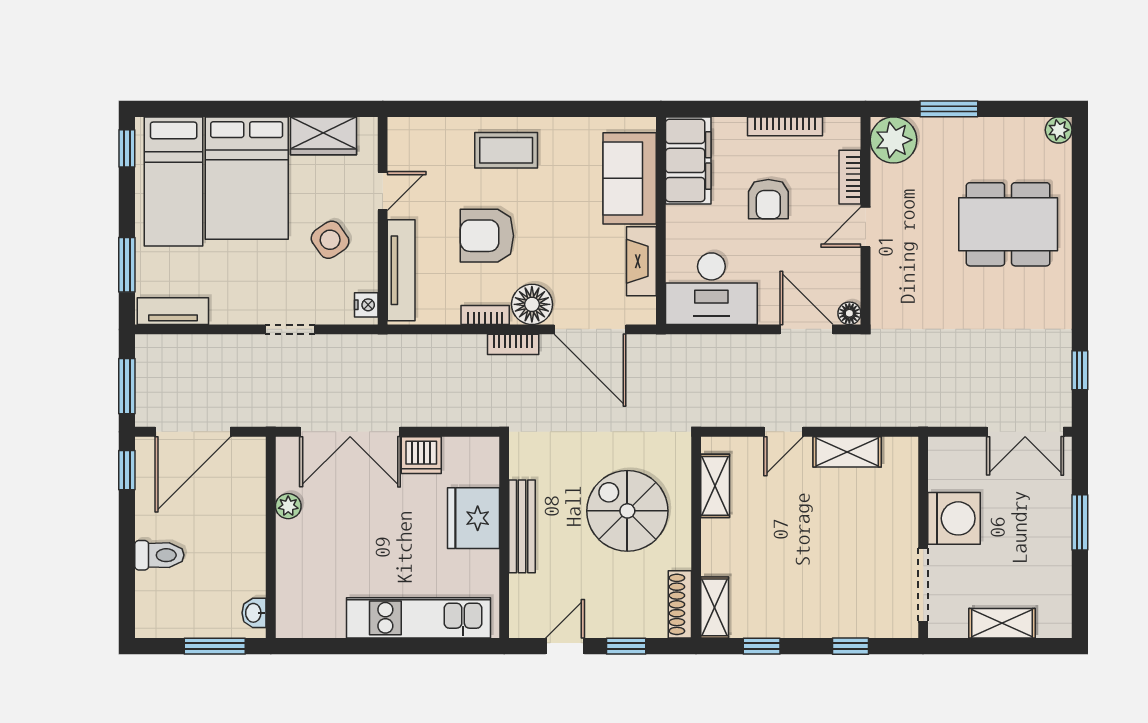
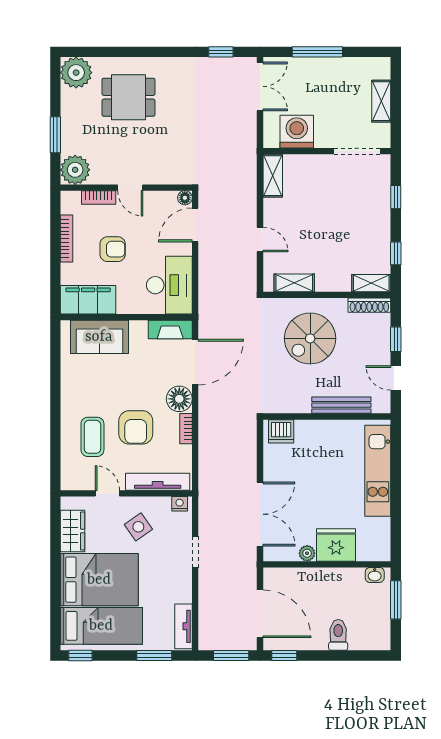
plant: (1059, 130) -> (76, 73), width x1.87, depth x1.87
coffee table: (506, 150) -> (92, 437), moved
dining table: (1008, 224) -> (129, 97), width x0.73
fireplace: (641, 261) -> (170, 330), moved
bookcase: (513, 344) -> (205, 411), removed
shelving: (847, 452) -> (273, 176), moved
dishwasher: (421, 455) -> (281, 431), moved, turned 90
fridge: (474, 518) -> (336, 545), moved, turned 180
washing machine: (954, 518) -> (297, 132), moved
window: (1080, 522) -> (317, 52), width x1.44
bench: (522, 526) -> (341, 405), moved

